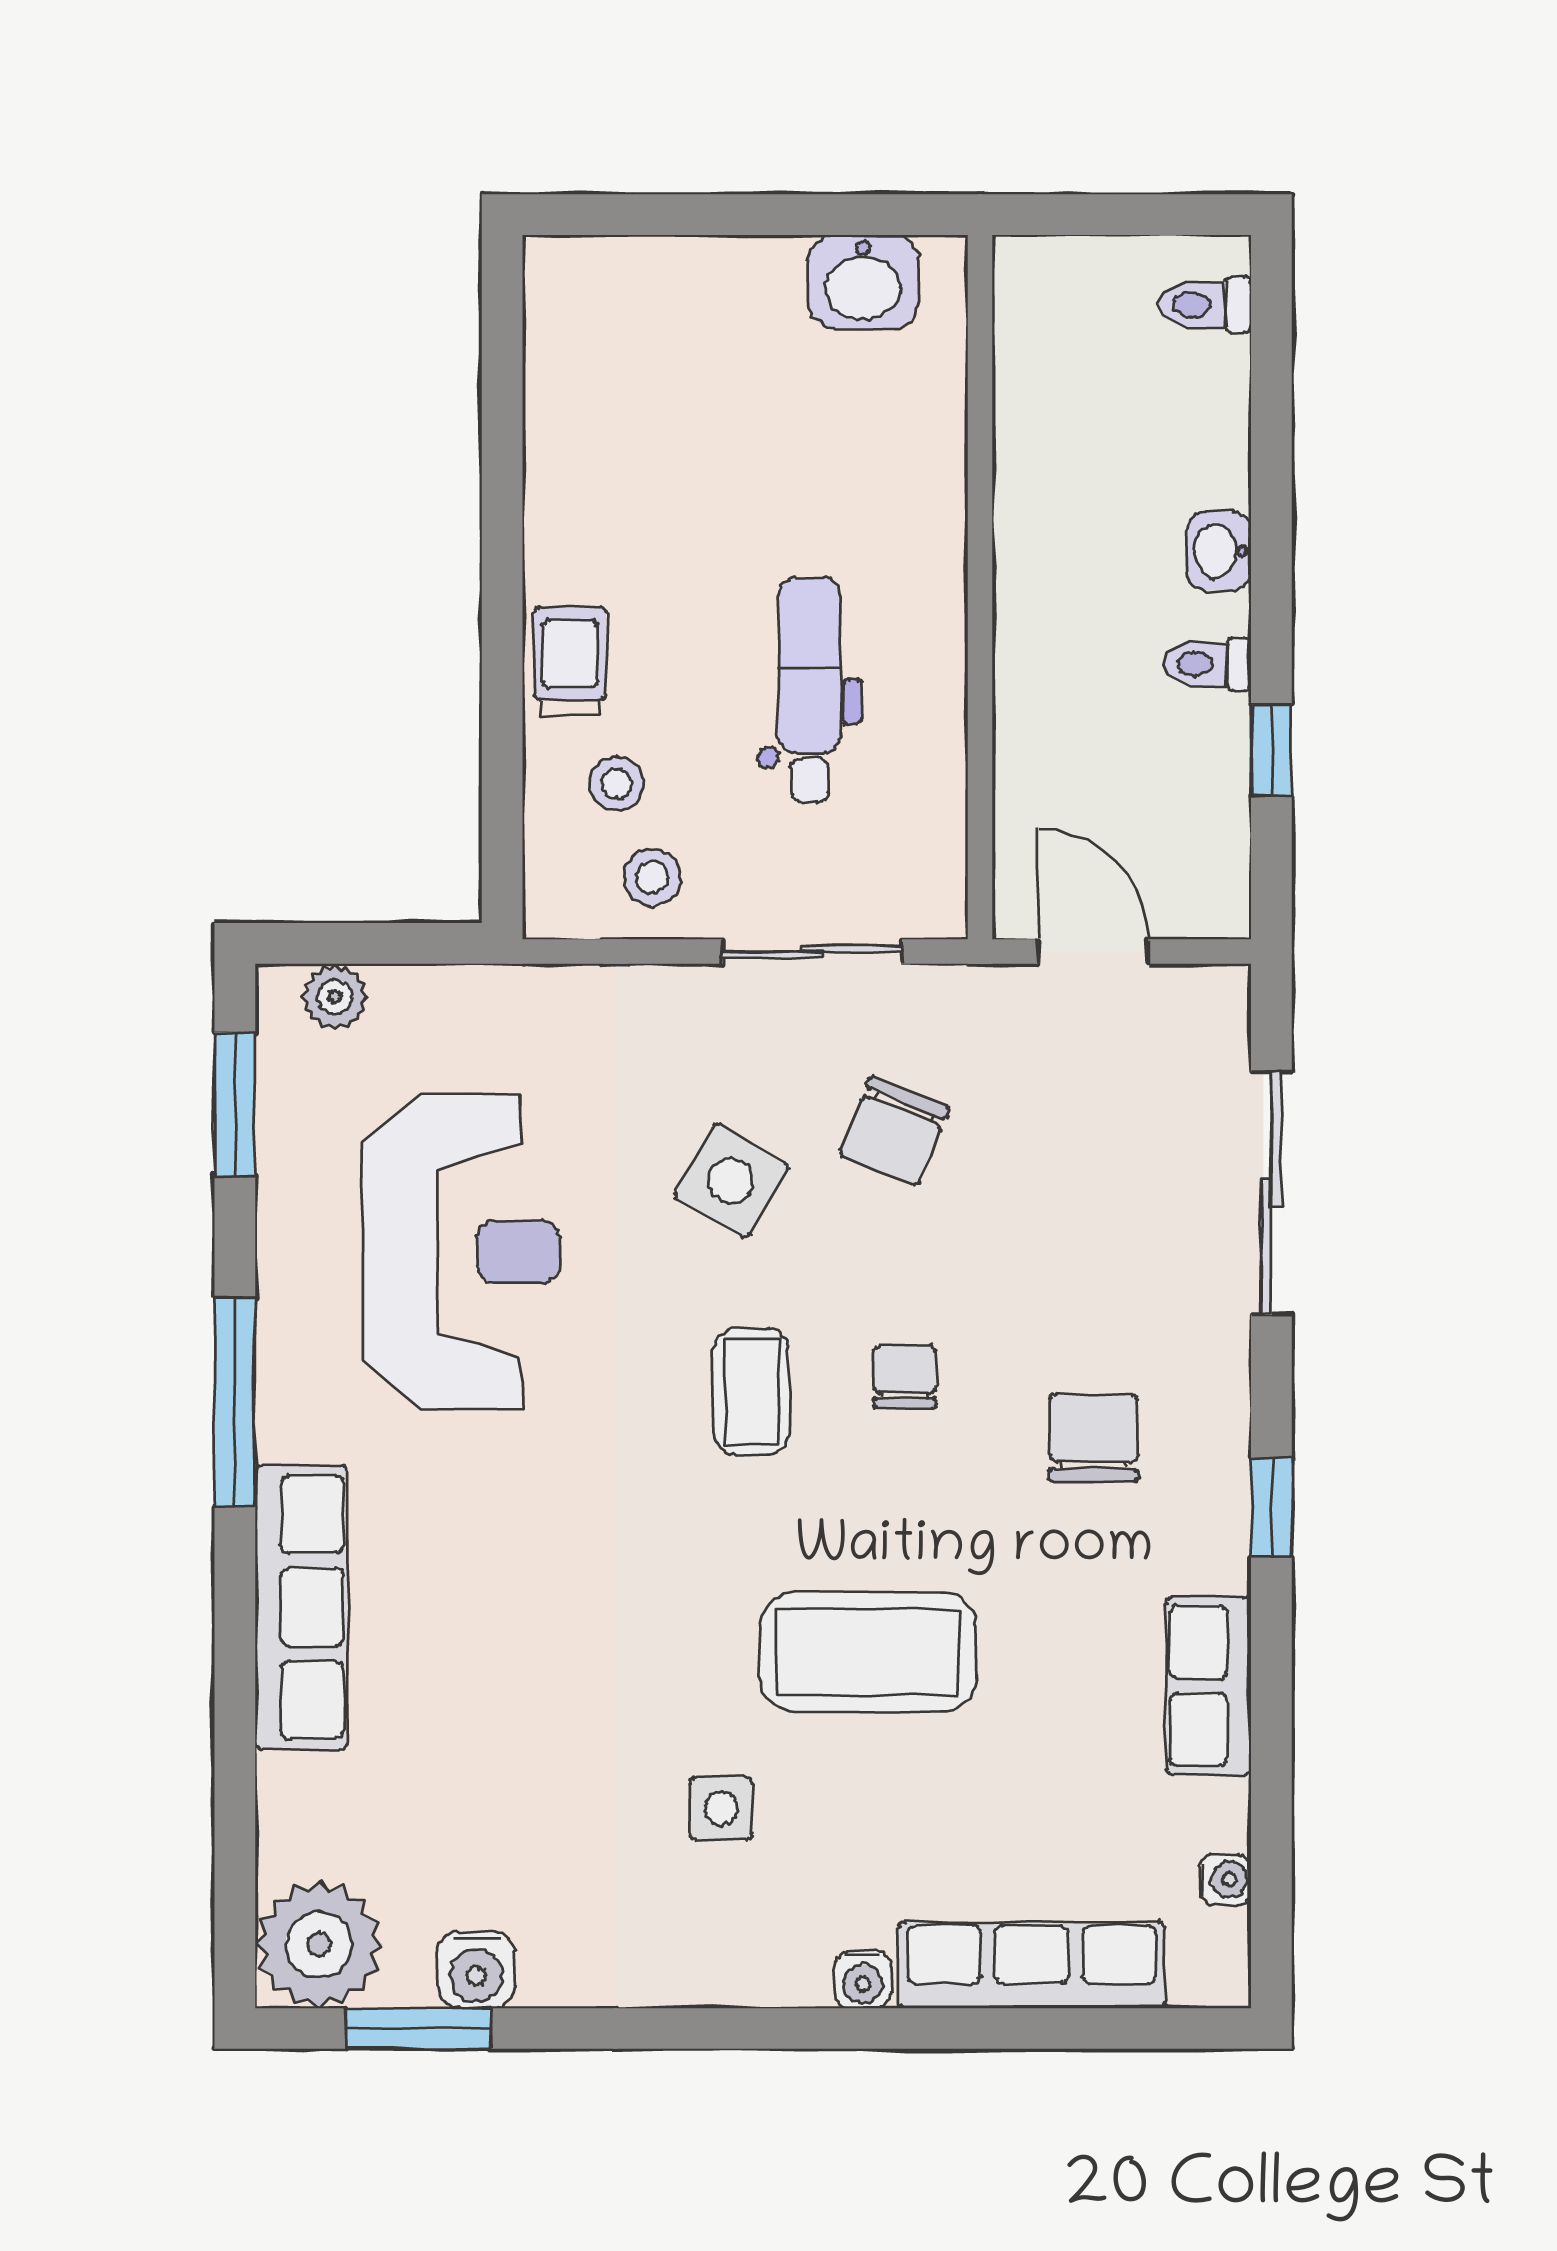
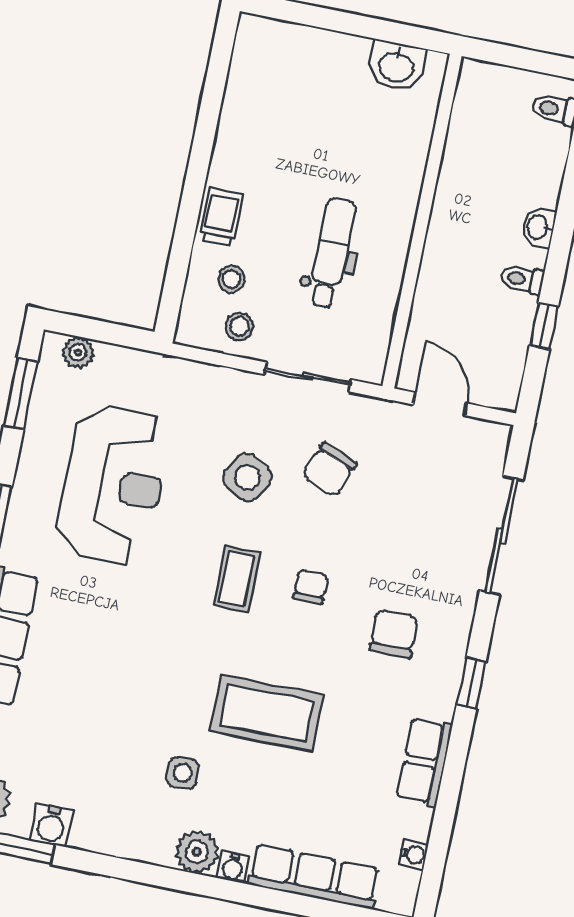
plant: (783, 1964) -> (197, 852), added

